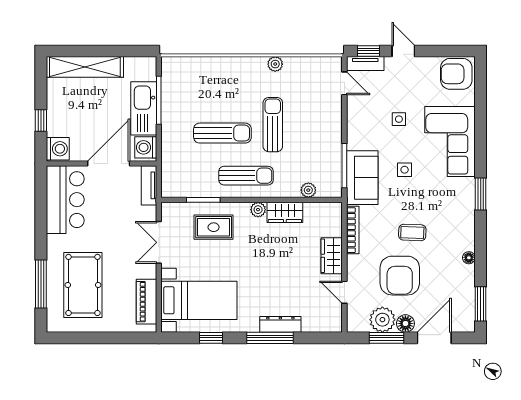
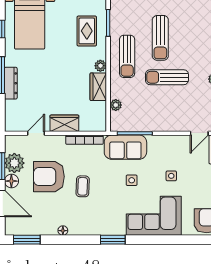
sun lounger: (273, 125) -> (167, 77), turned 180

